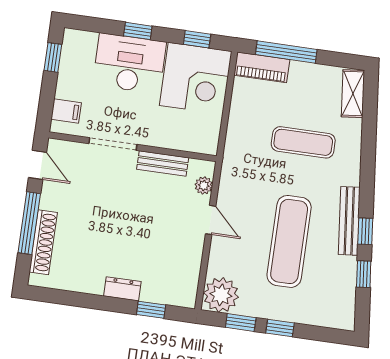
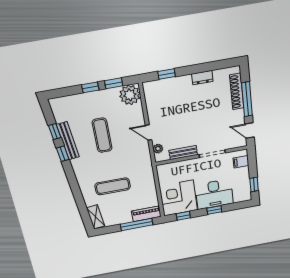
bench: (349, 221) -> (68, 141), moved
exercise mat: (289, 241) -> (102, 135), width x0.73, depth x0.69
dresser: (122, 289) -> (202, 78), moved

